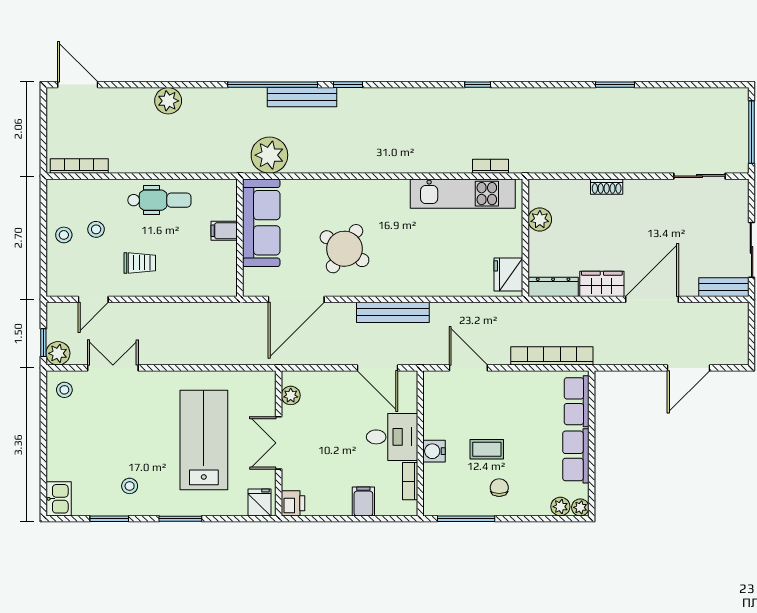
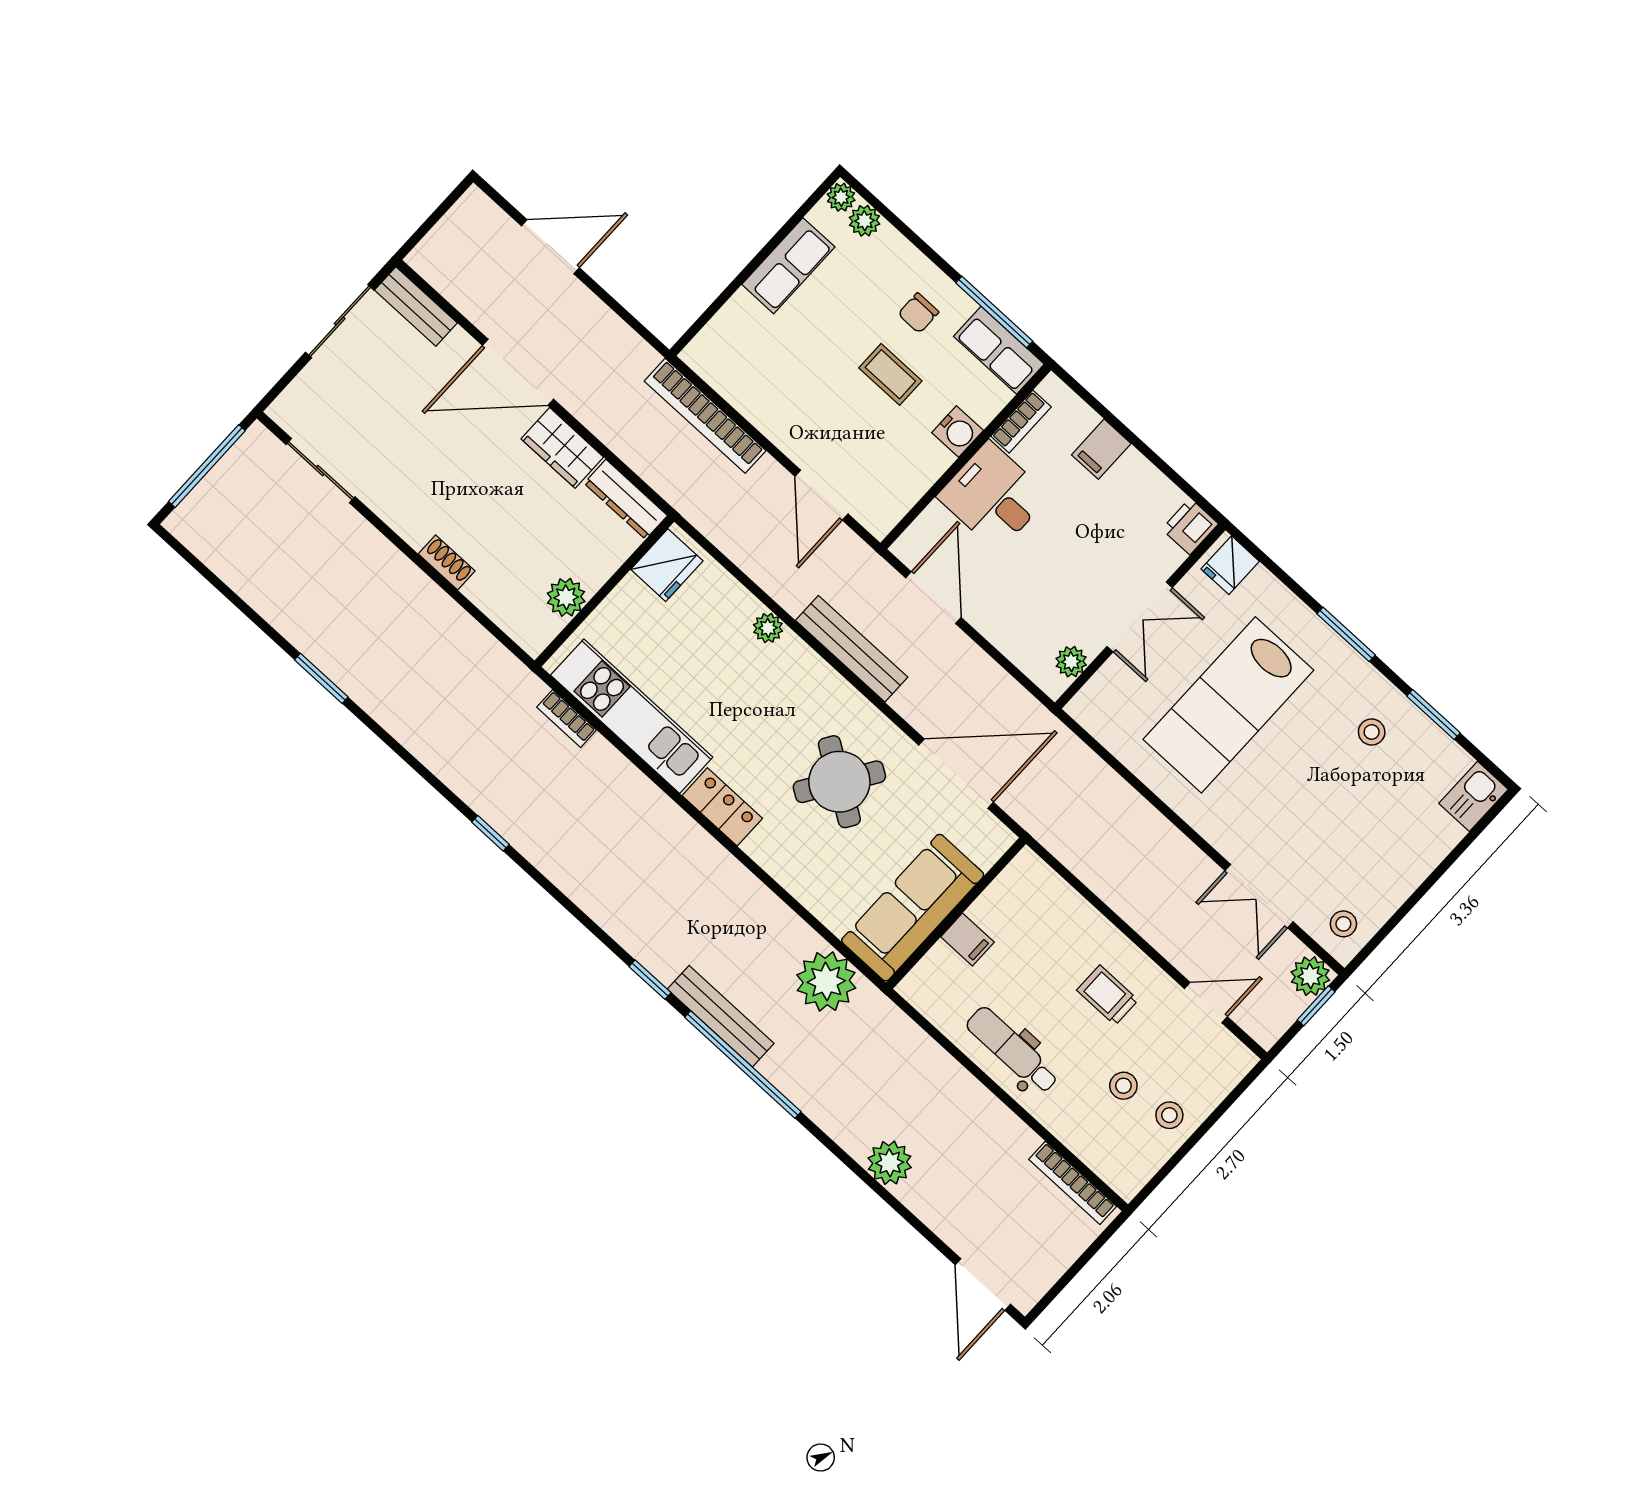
locker: (386, 190) -> (722, 807), added
plant: (438, 288) -> (768, 628), added
row of seats: (577, 401) -> (999, 350), moved, turned 90

